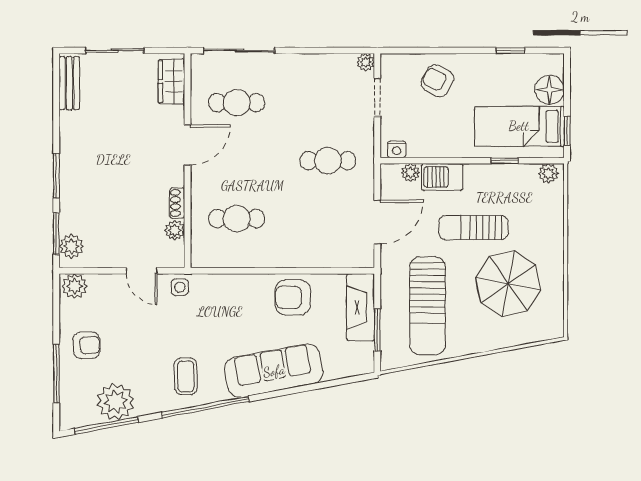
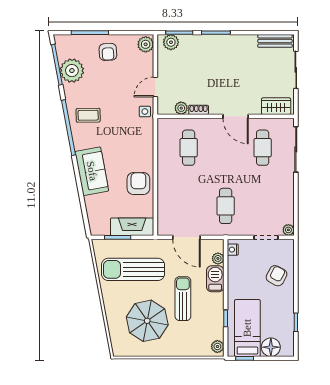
sofa: (274, 371) -> (92, 171), width x0.73

